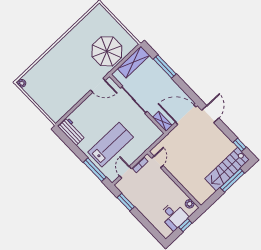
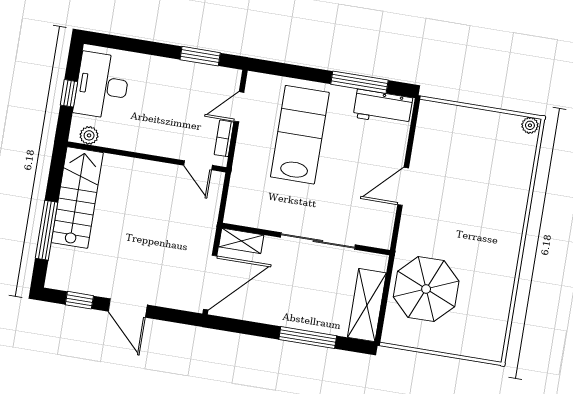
door: (98, 85) -> (403, 186), moved
door: (210, 114) -> (128, 308), moved
lab bench: (111, 145) -> (300, 135), turned 180
stairs: (227, 169) -> (77, 198), moved
window: (95, 170) -> (359, 82), moved
door: (125, 172) -> (239, 107), swing flipped
desk: (174, 216) -> (102, 86), width x1.37

